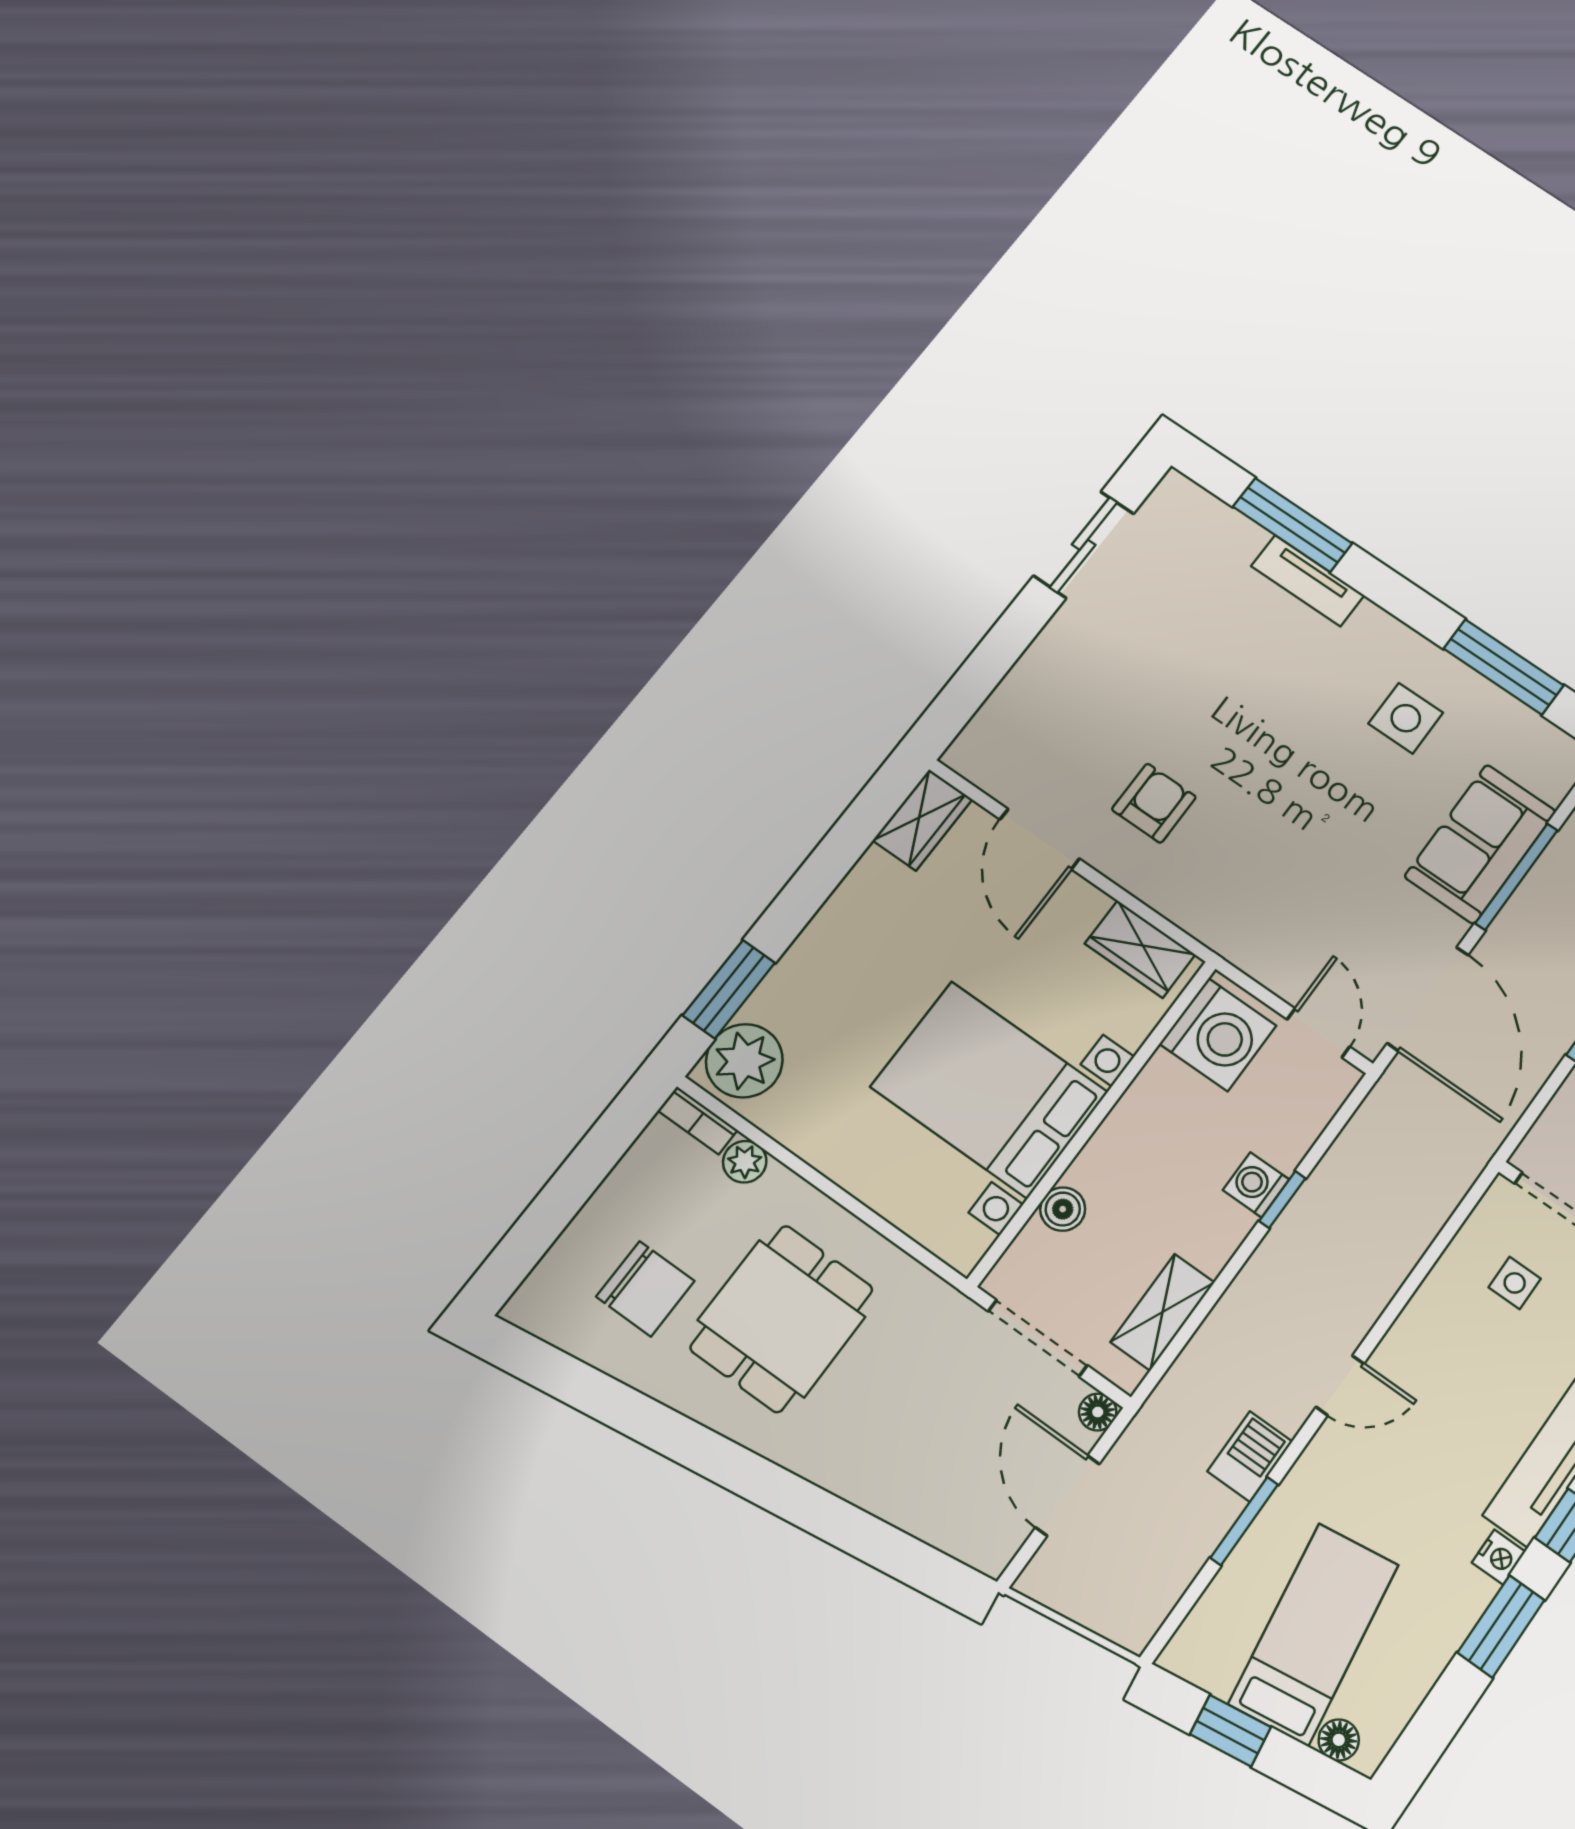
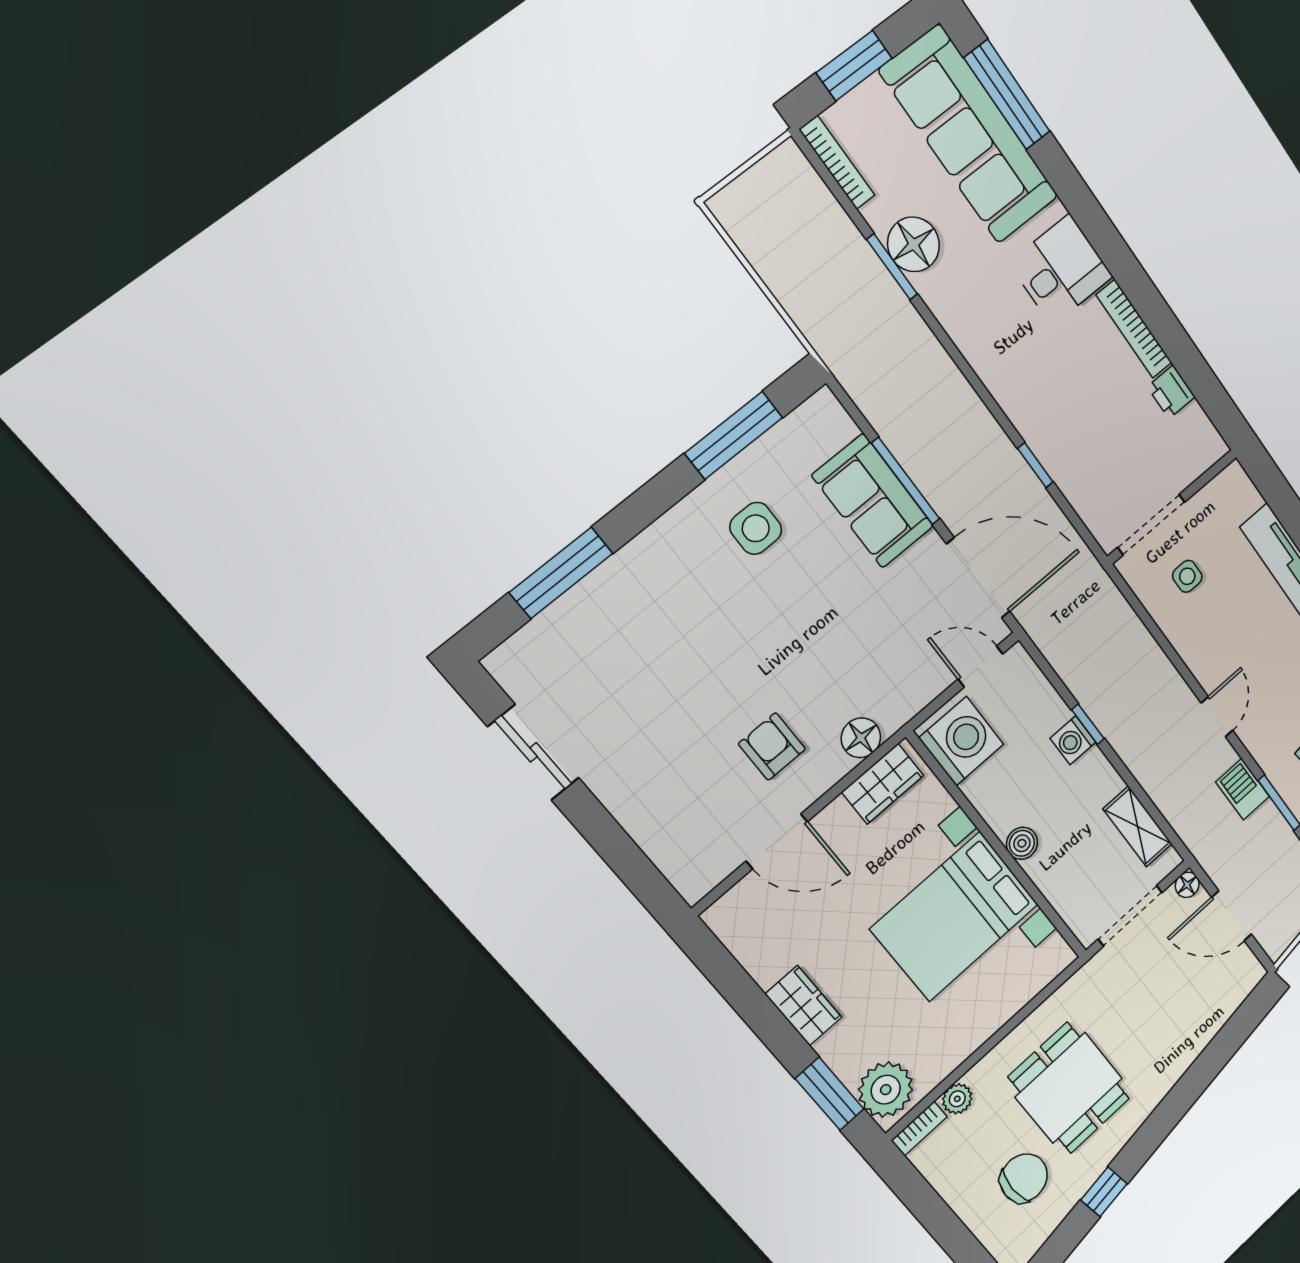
tv unit: (1308, 581) -> (615, 574), removed
wardrobe: (922, 820) -> (804, 1006), moved
floor lamp: (1191, 907) -> (861, 738), added
boiler: (1063, 1209) -> (1022, 843), moved
window: (638, 1417) -> (1104, 1192), added

